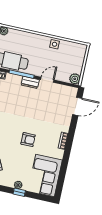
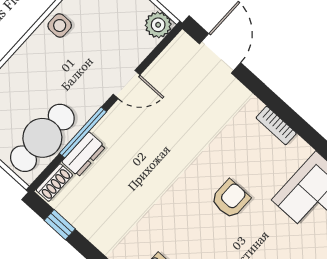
door: (47, 80) -> (127, 85), swing flipped
dresser: (30, 82) -> (84, 154), moved

